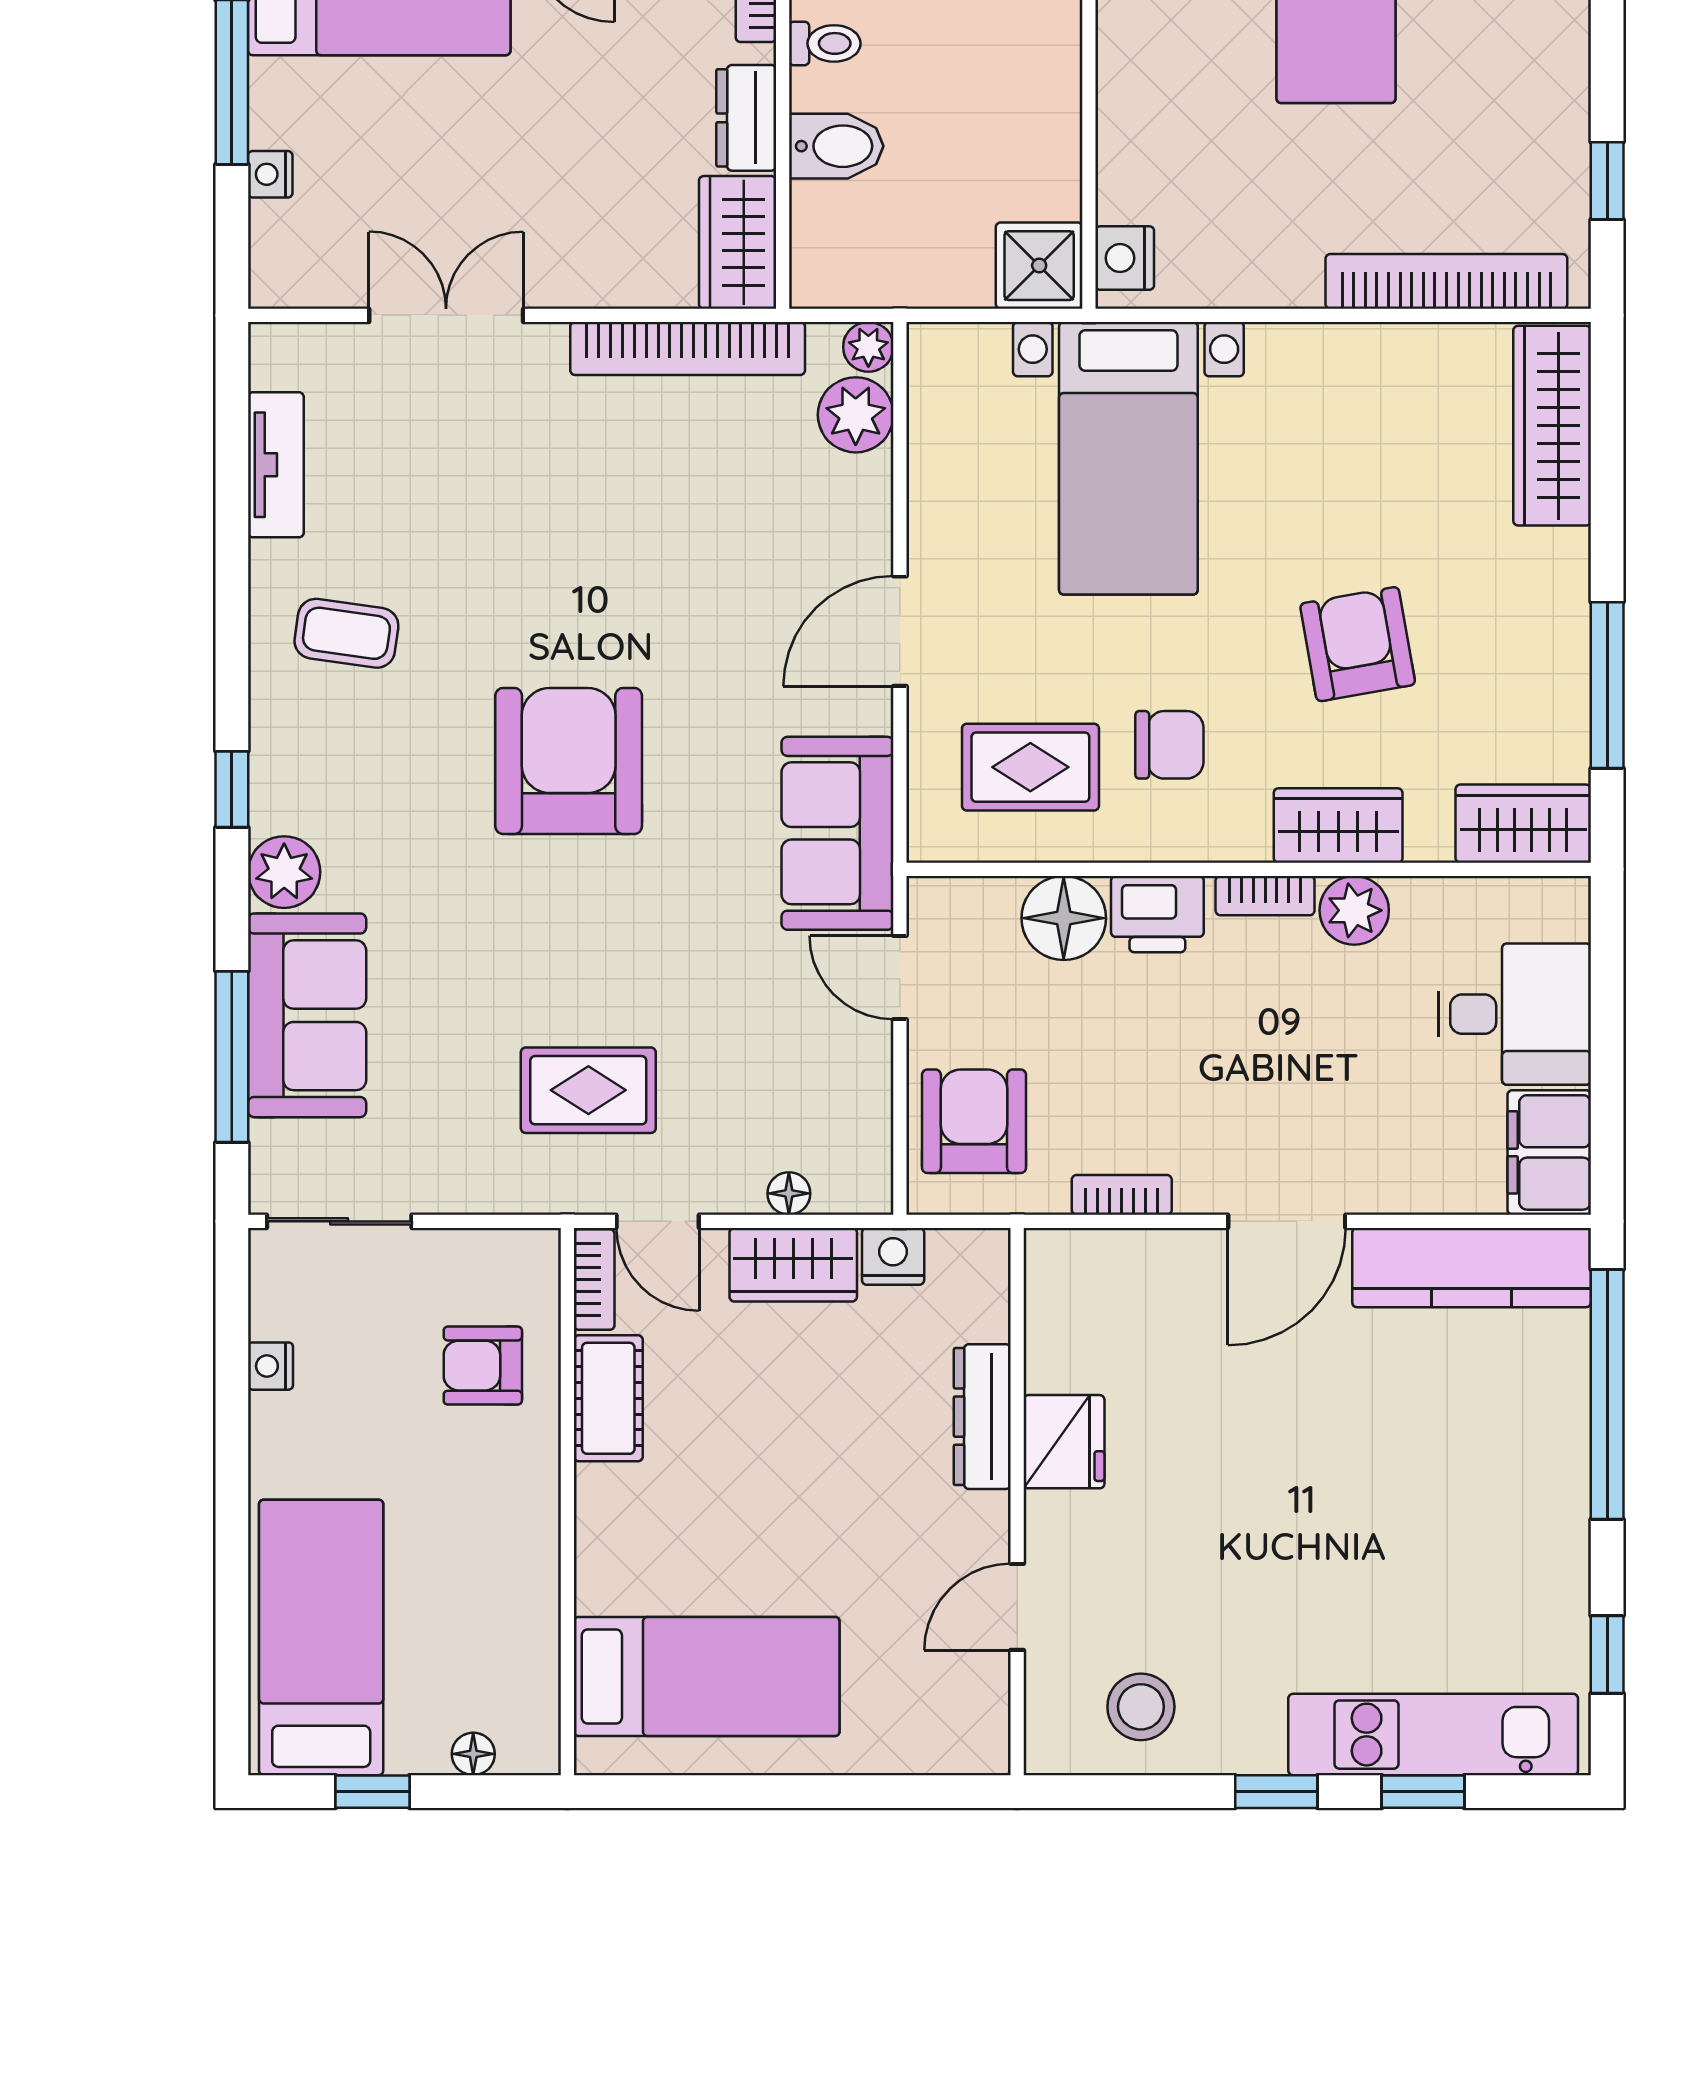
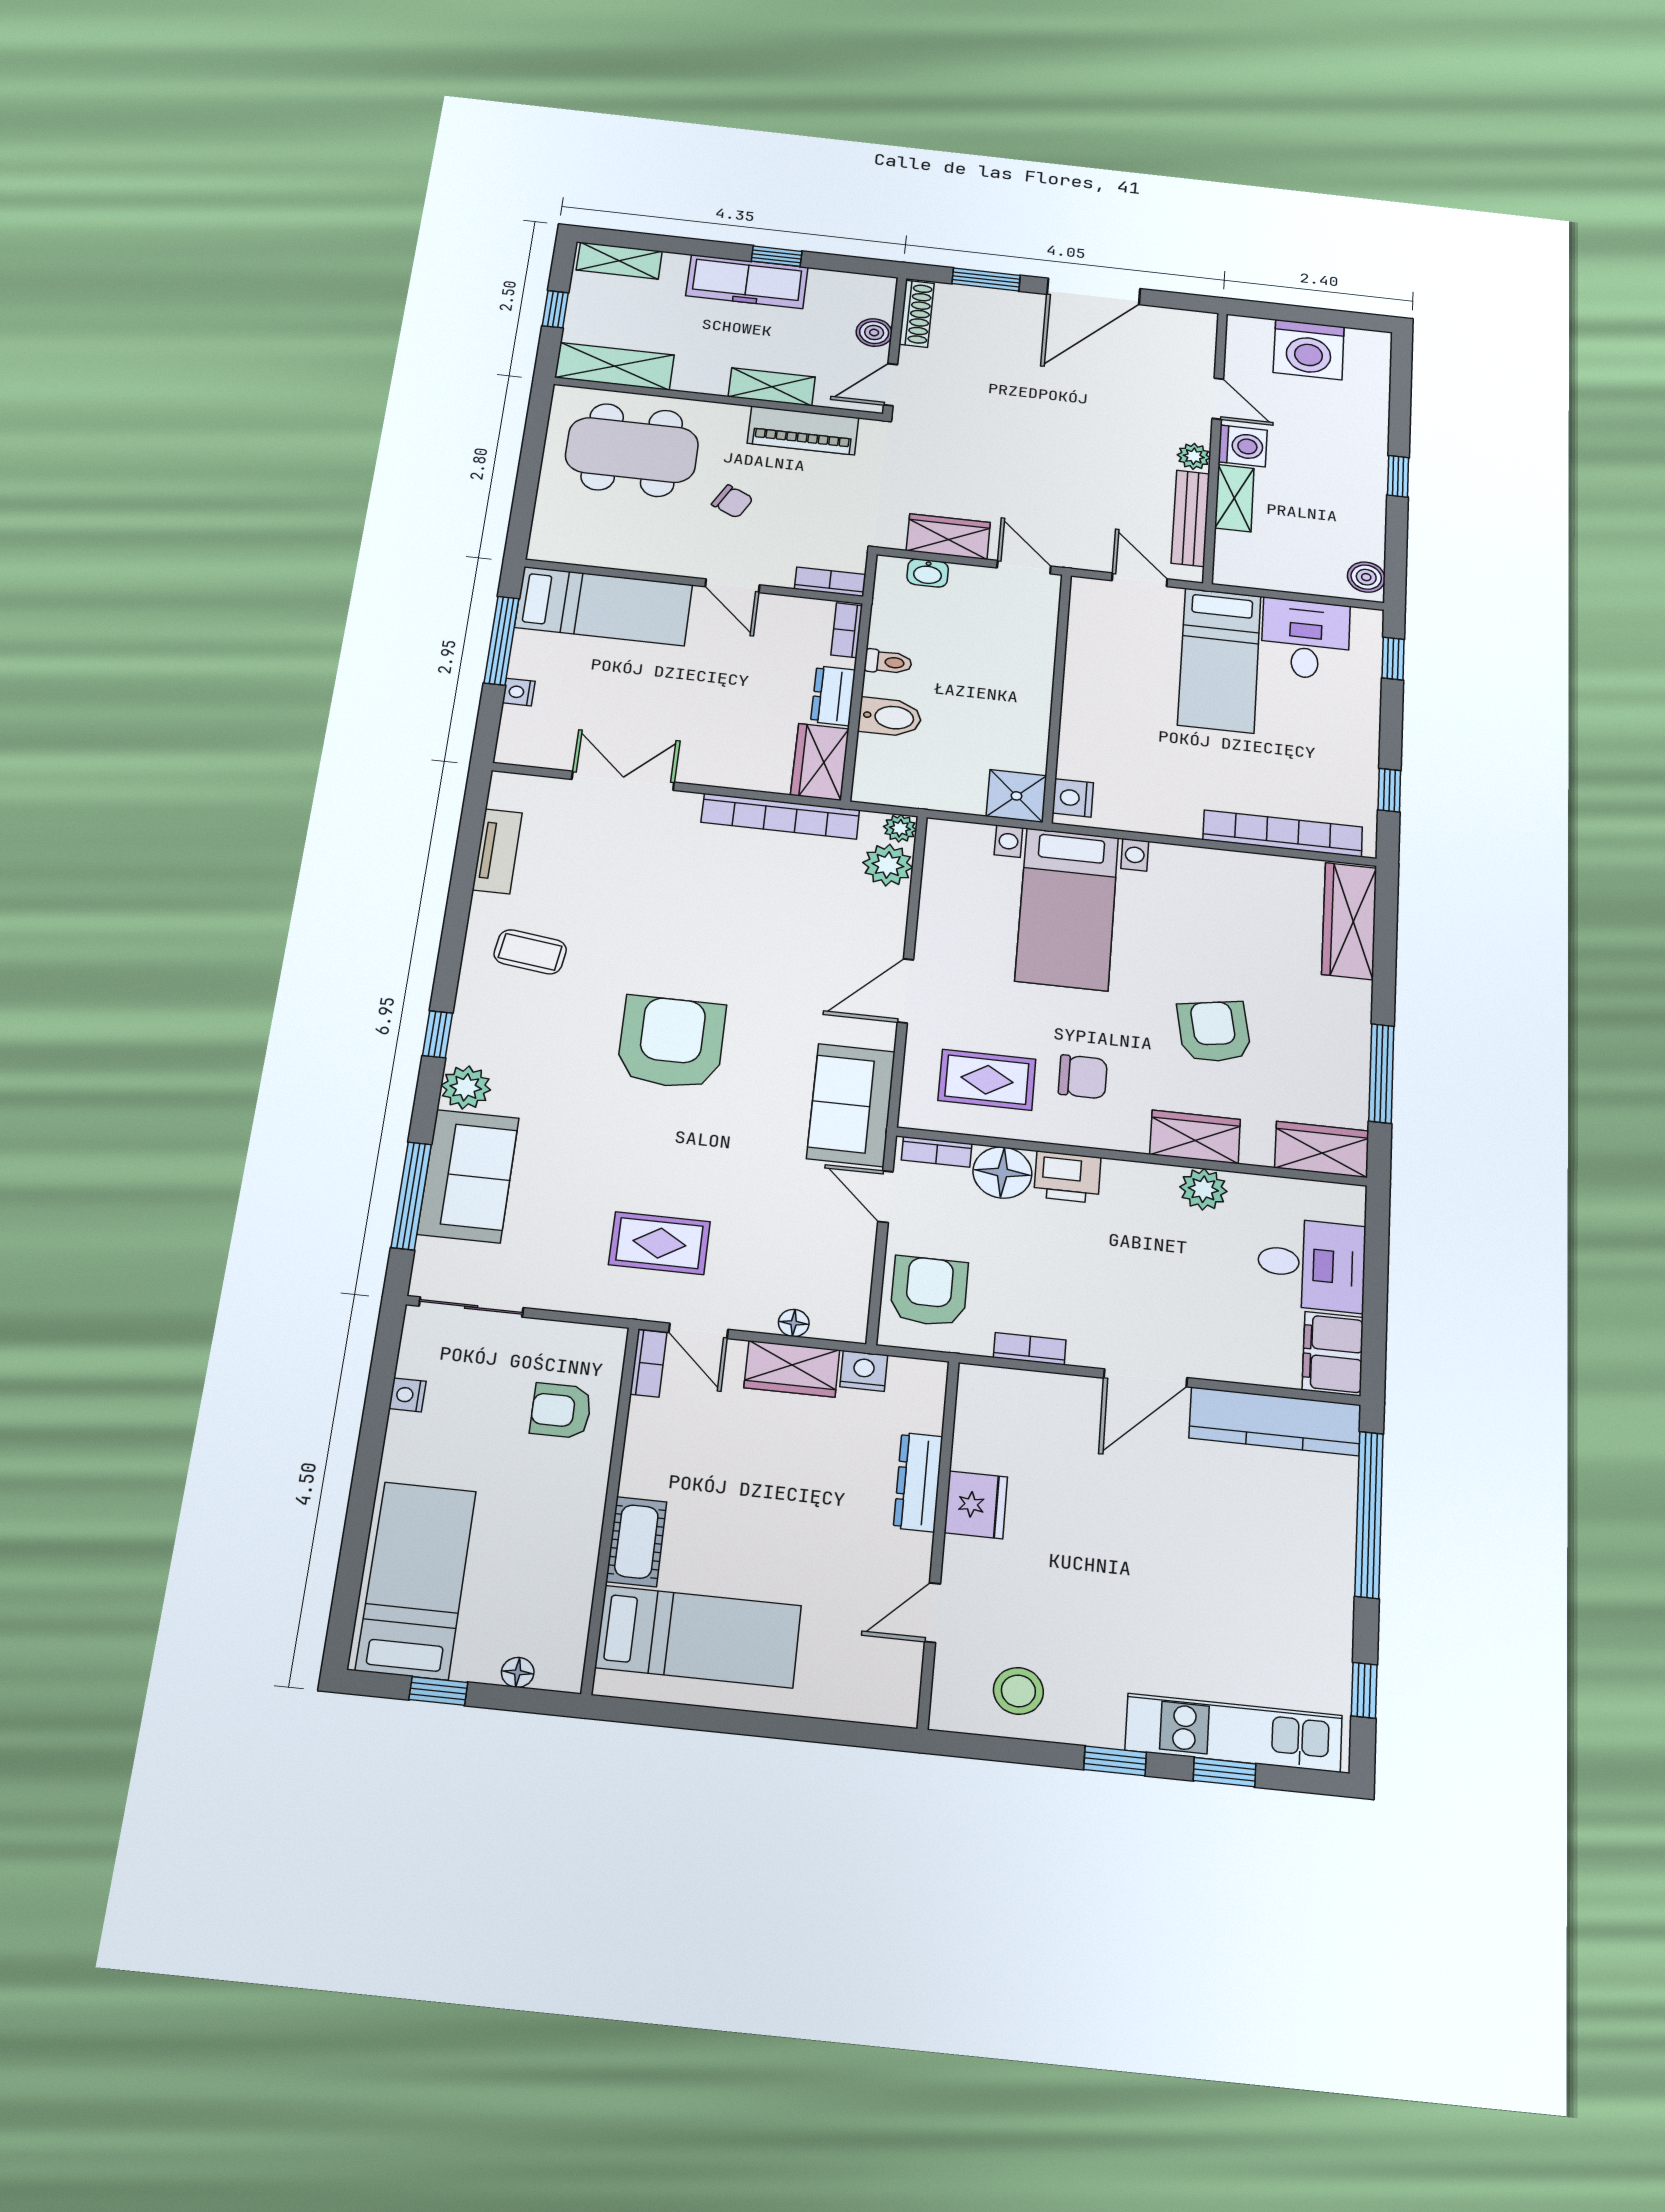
bookcase: (1265, 896) -> (937, 1152), moved
cot: (608, 1398) -> (636, 1542), moved

